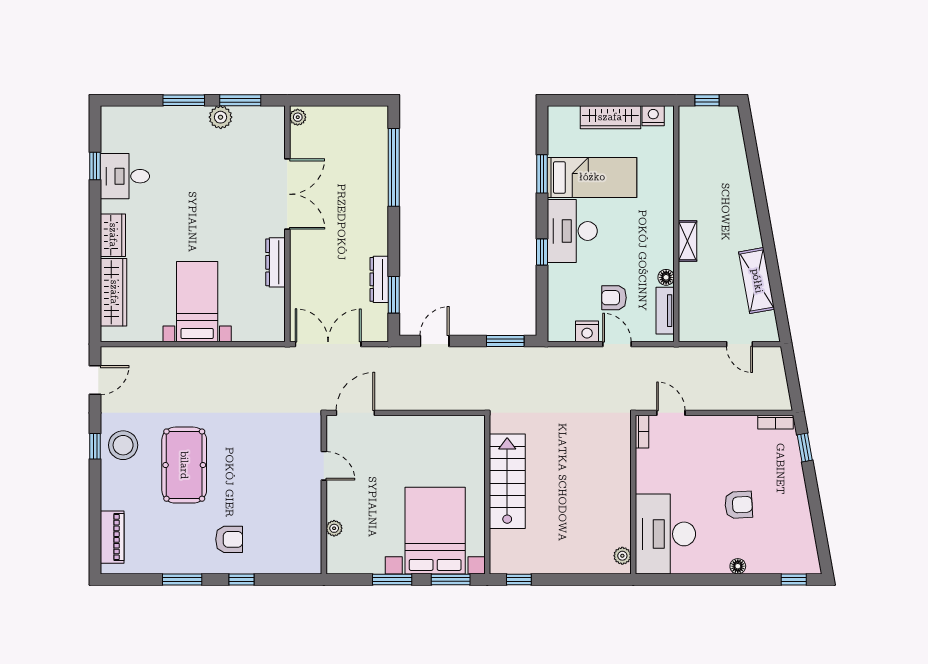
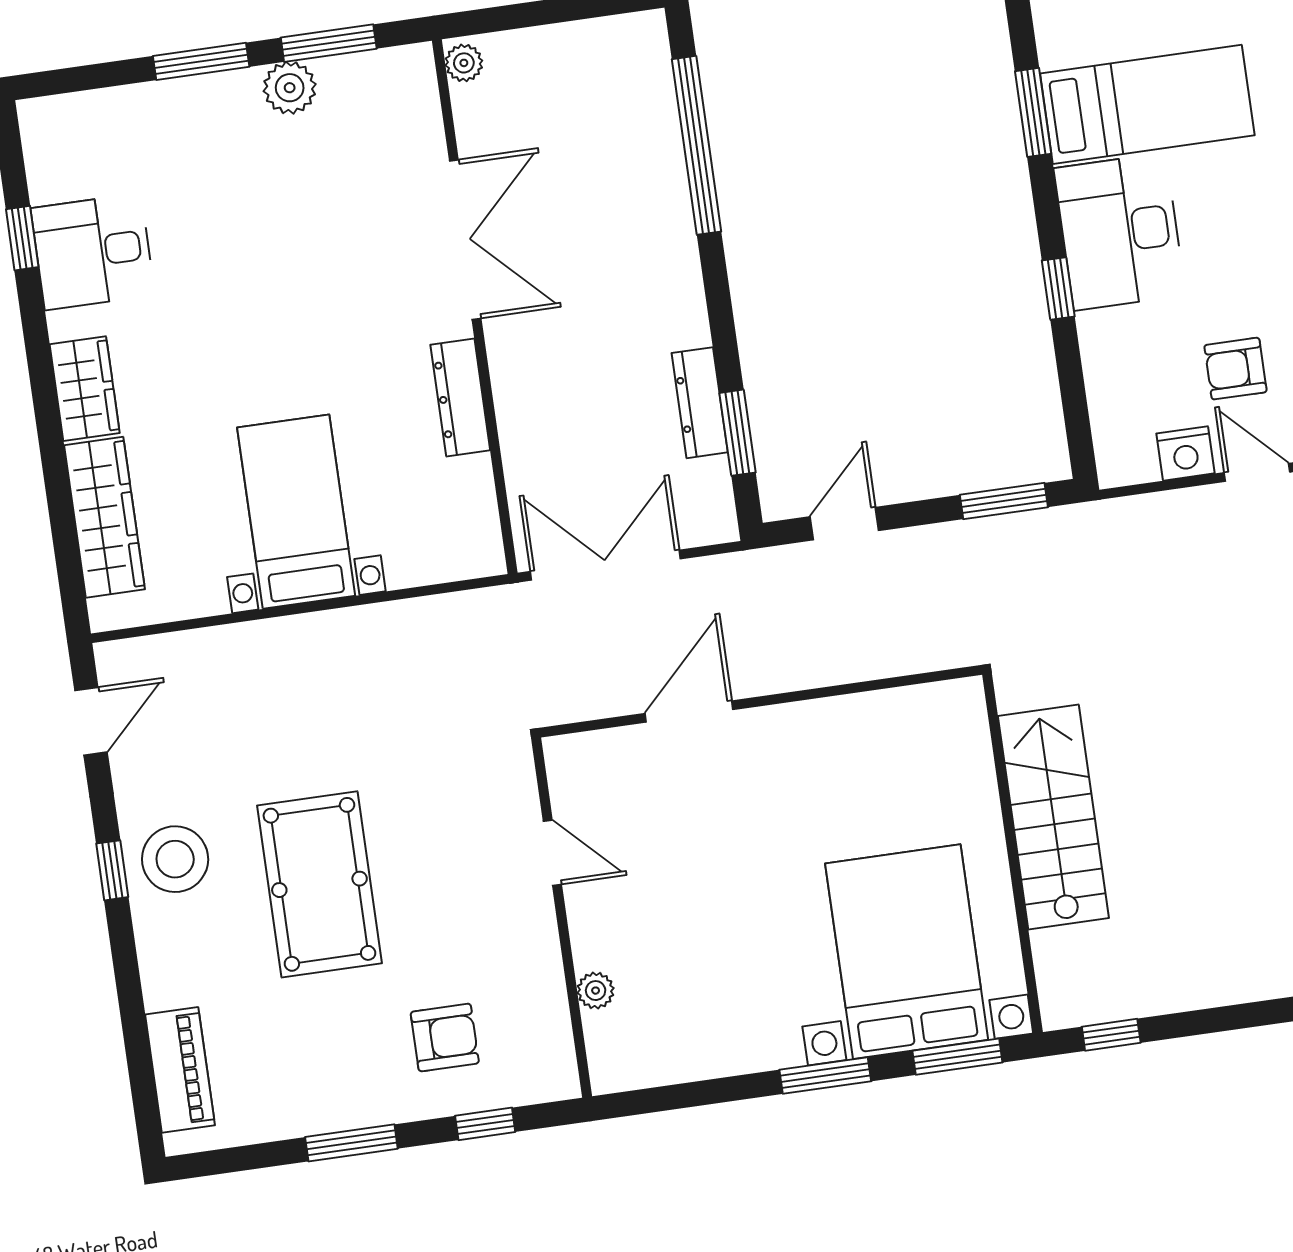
door: (324, 466) -> (552, 853), moved
wall: (324, 495) -> (562, 918), moved
plant: (334, 528) -> (596, 991), moved

